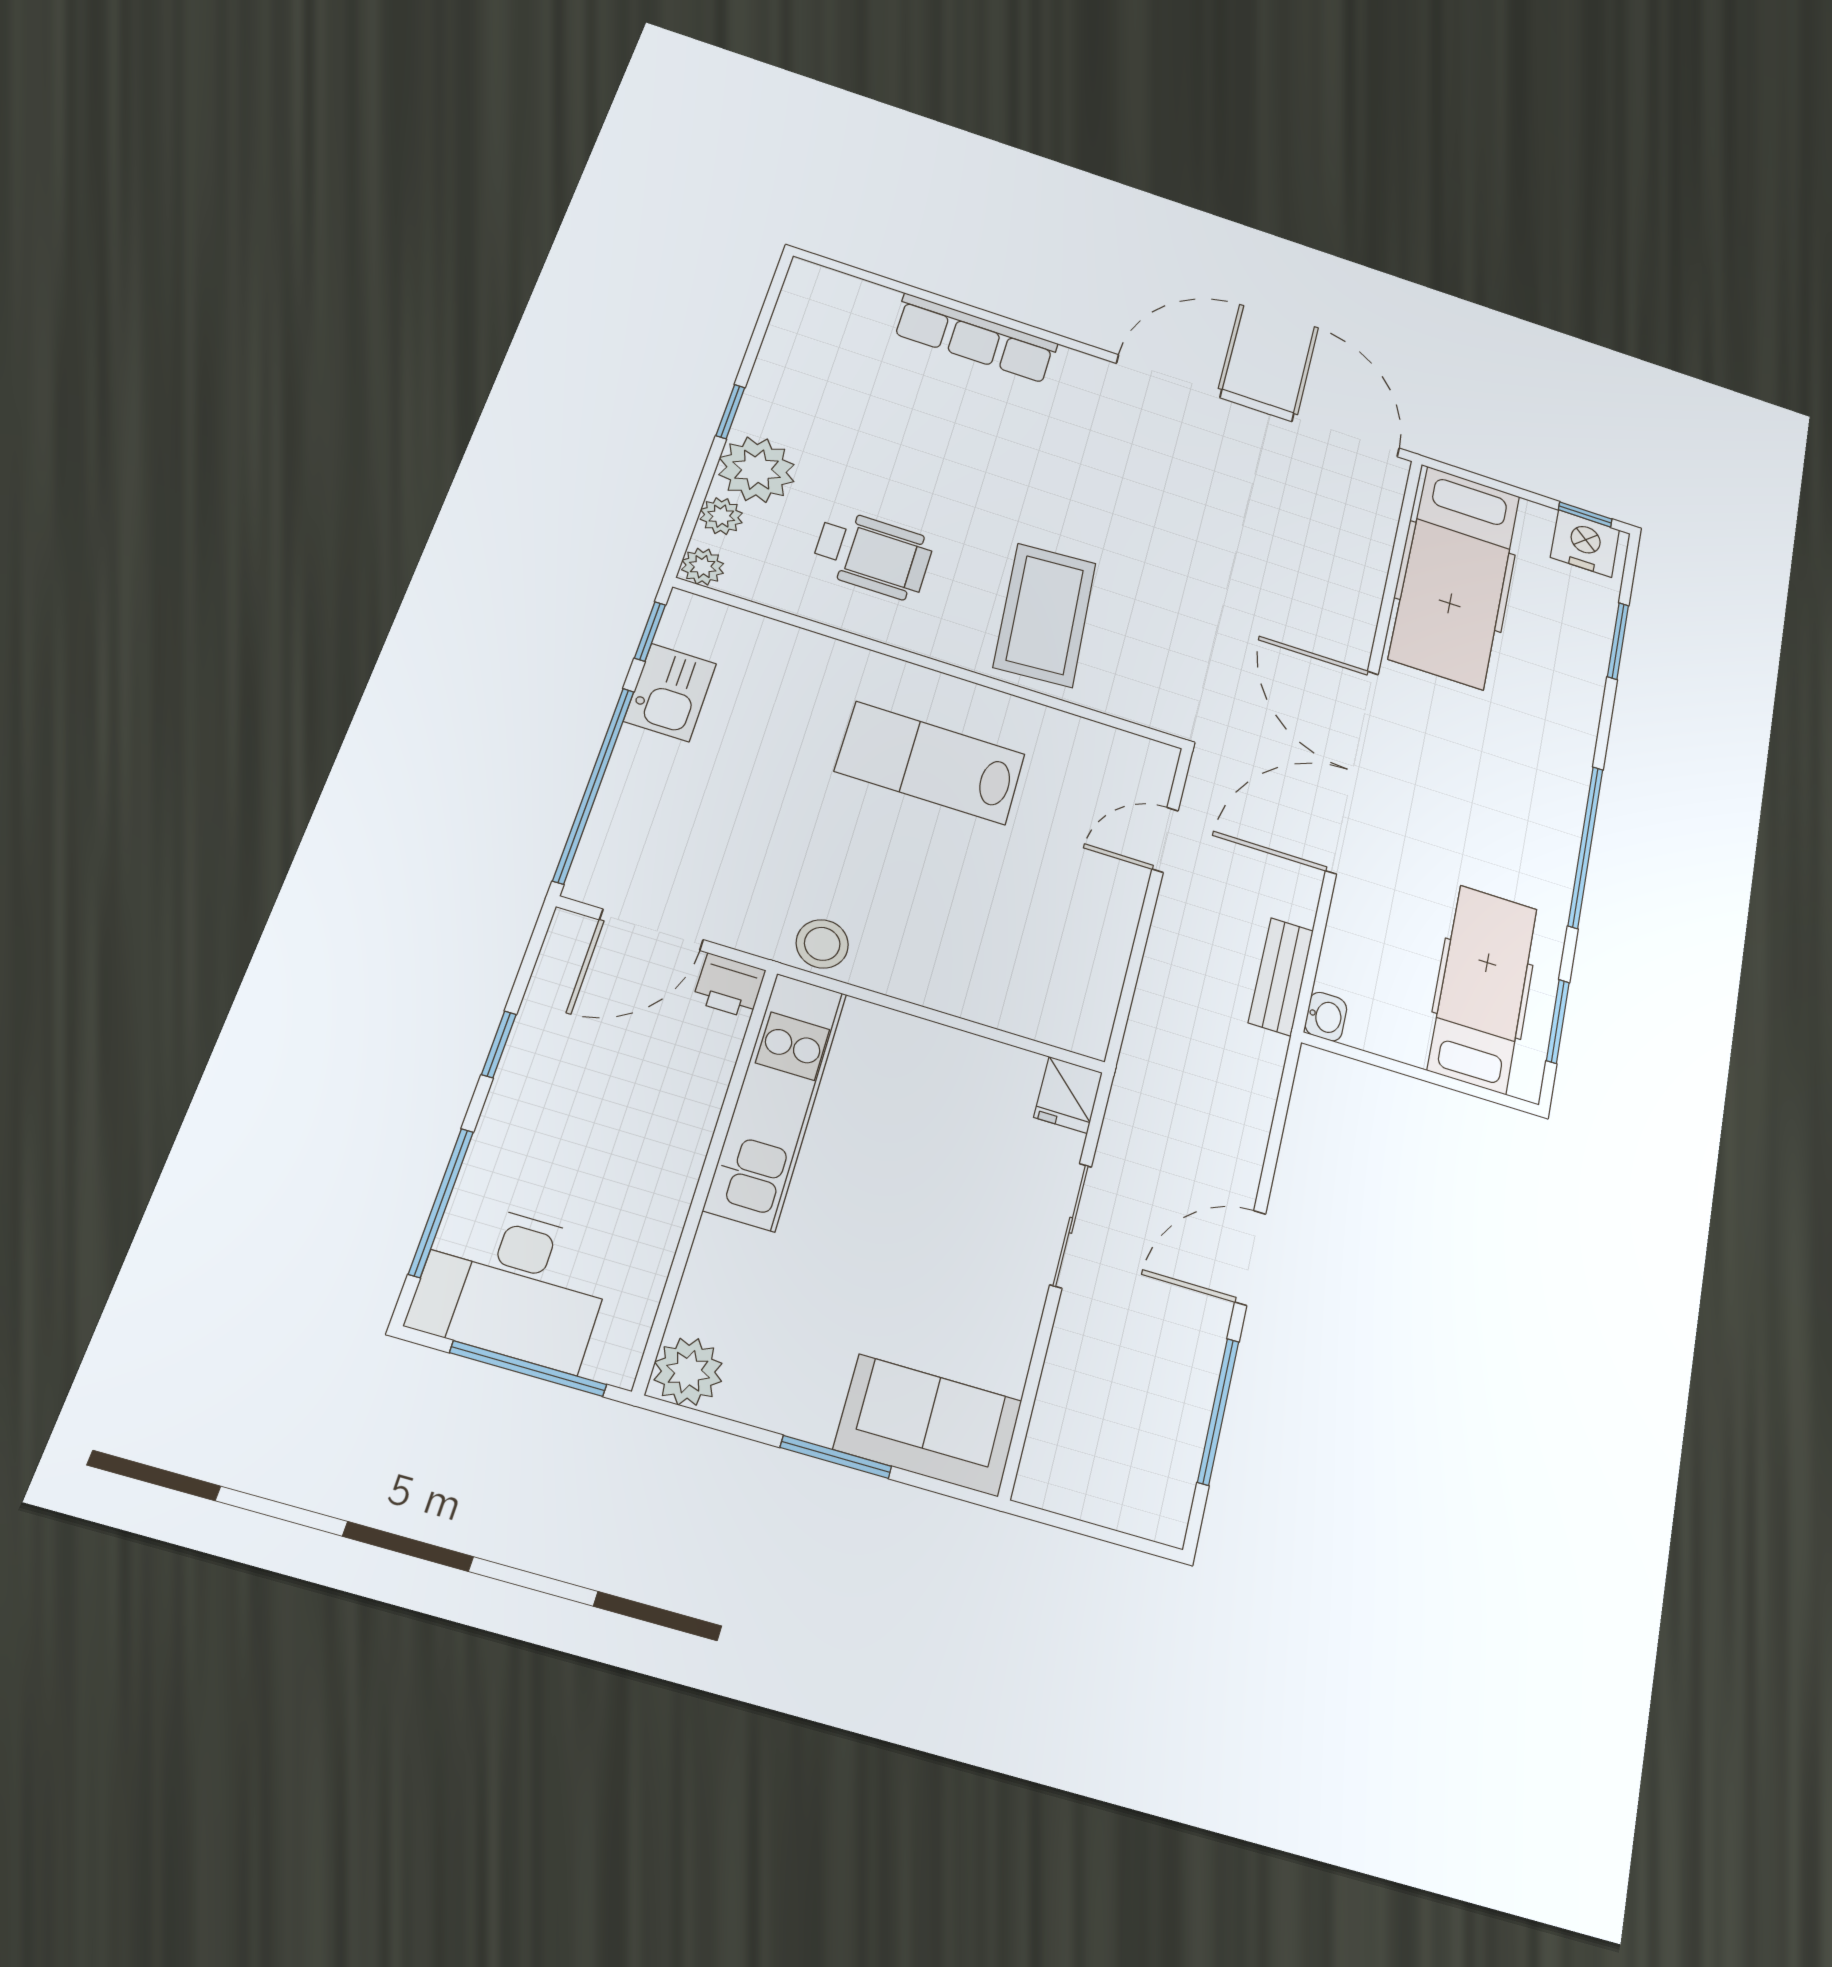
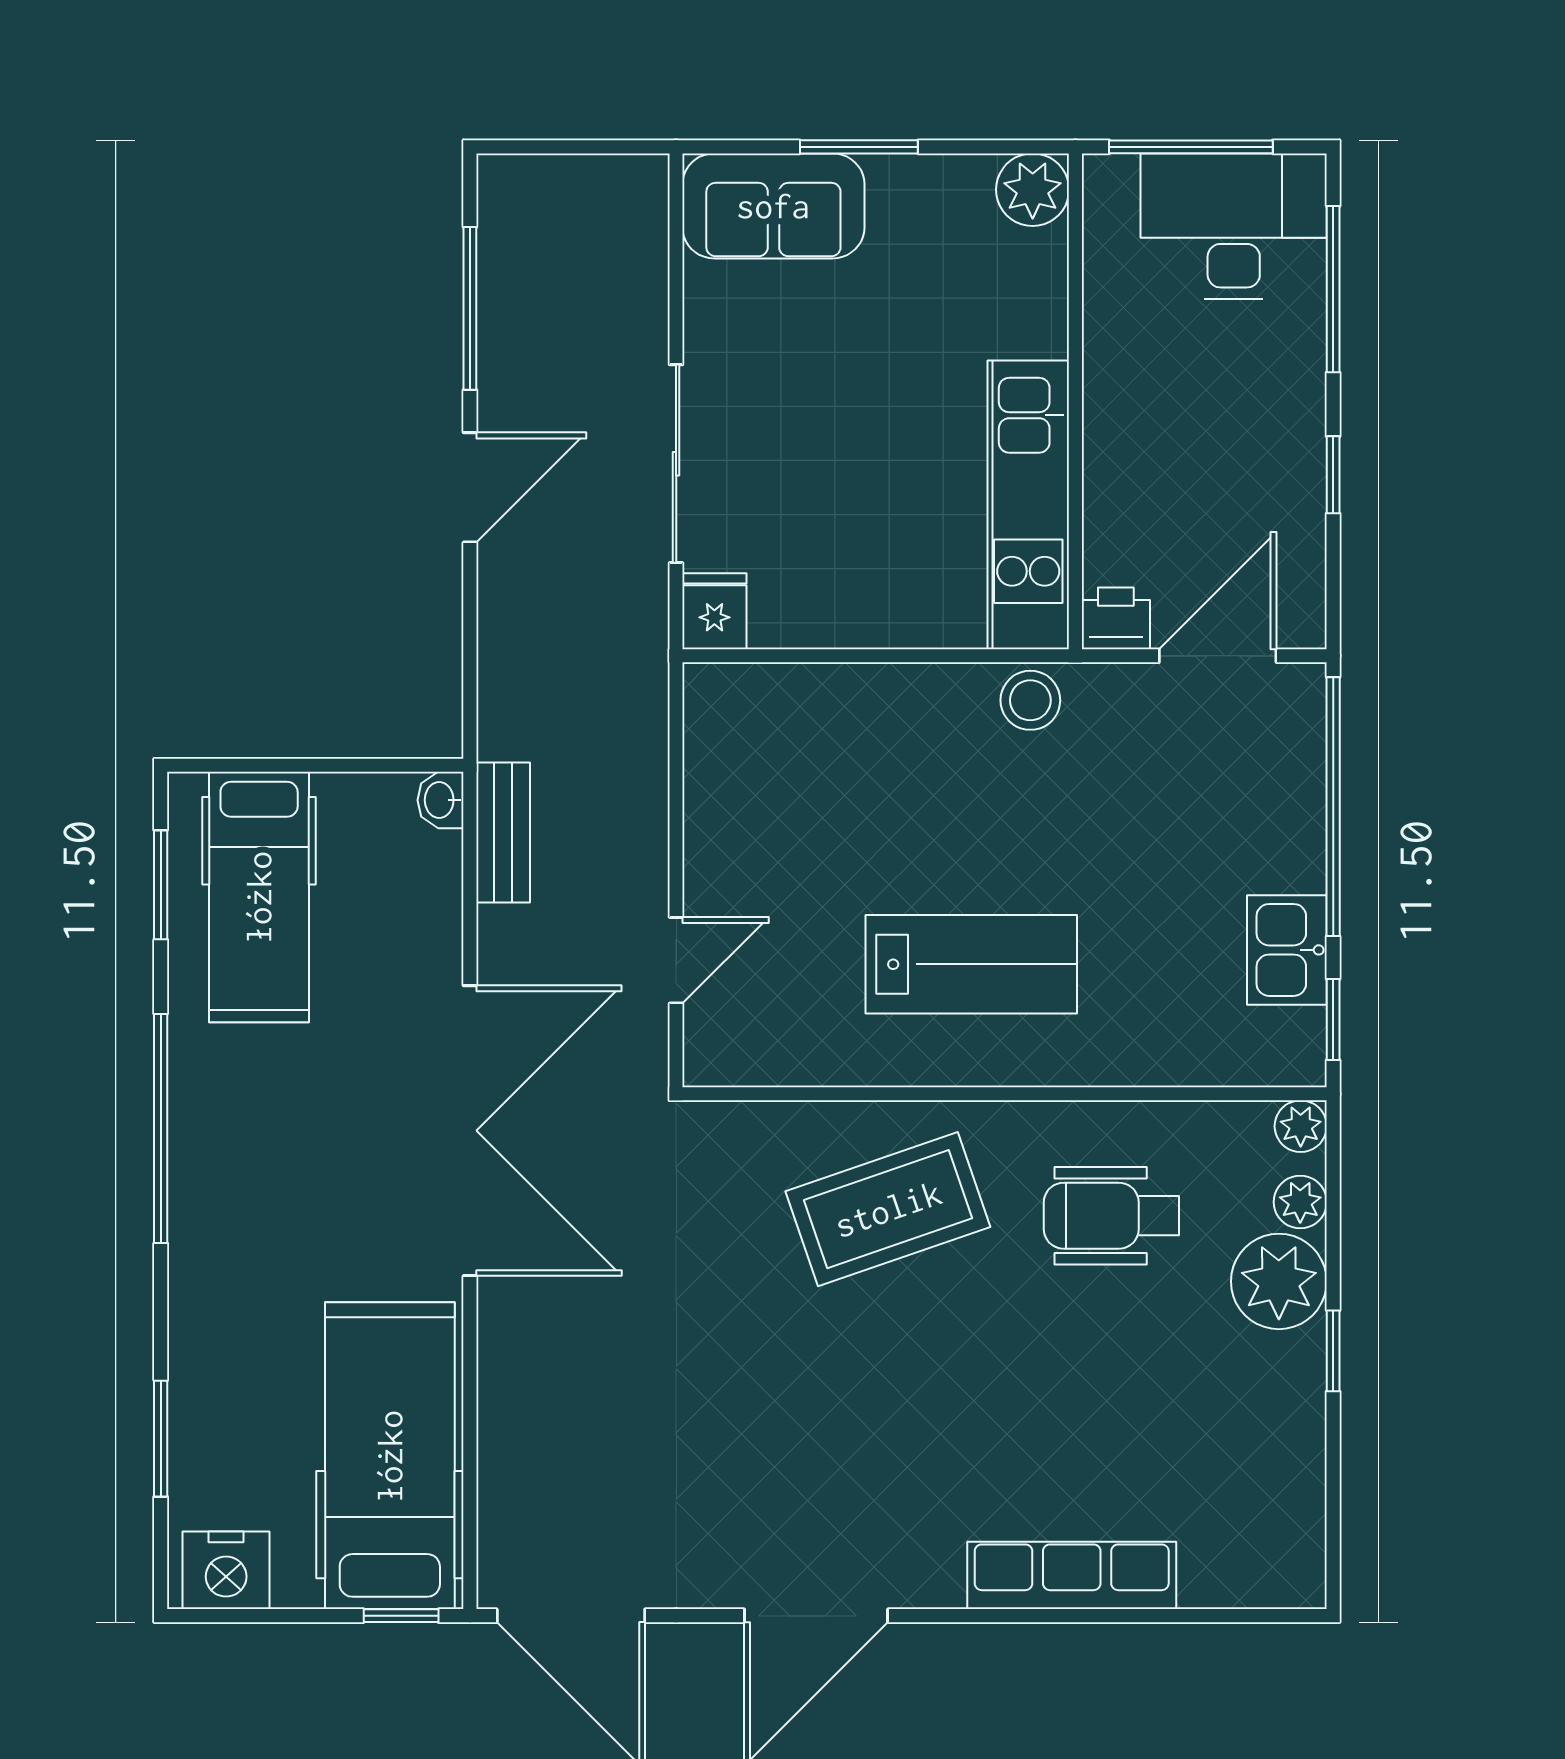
window: (1585, 514) -> (401, 1616), moved
coffee table: (1045, 615) -> (888, 1209), turned 75
sliding door: (1071, 1225) -> (676, 464), width x1.37

